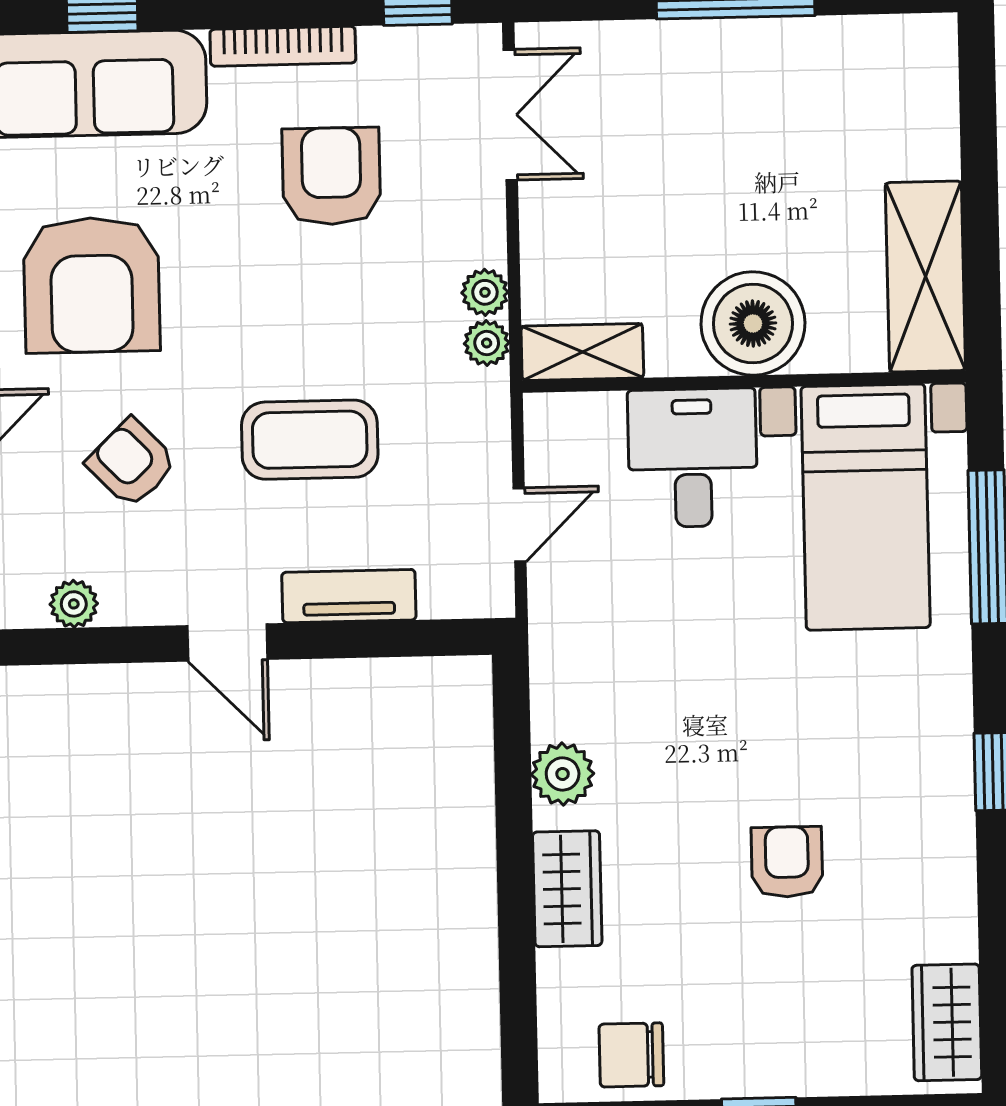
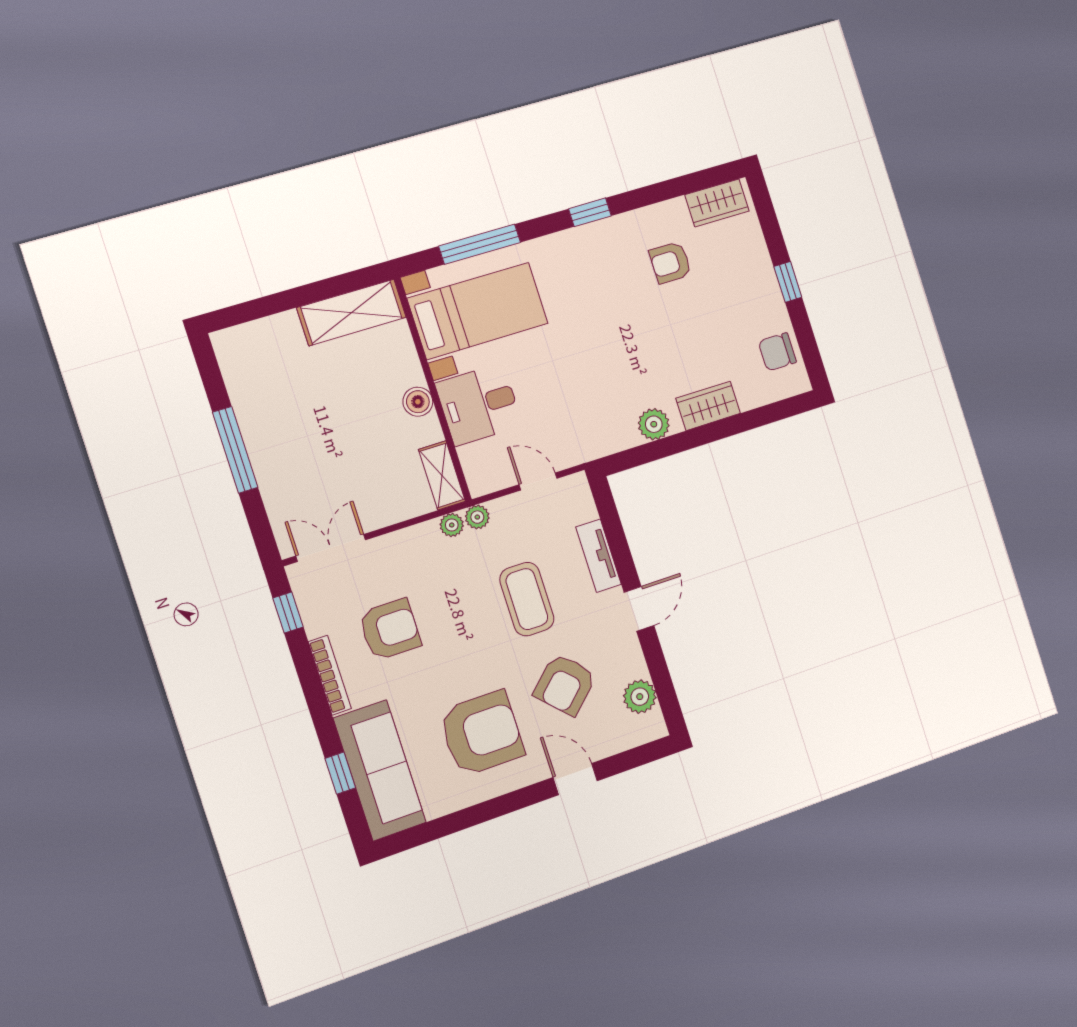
armchair: (331, 176) -> (390, 630), turned 180
plant: (485, 292) -> (477, 517), moved
boiler: (753, 323) -> (418, 402), width x0.54, depth x0.54
armchair: (131, 463) -> (565, 684), width x1.38, depth x1.38
plant: (74, 604) -> (640, 697), width x1.38, depth x1.38
armchair: (787, 862) -> (670, 263), moved
chair: (631, 1055) -> (777, 352), turned 90

